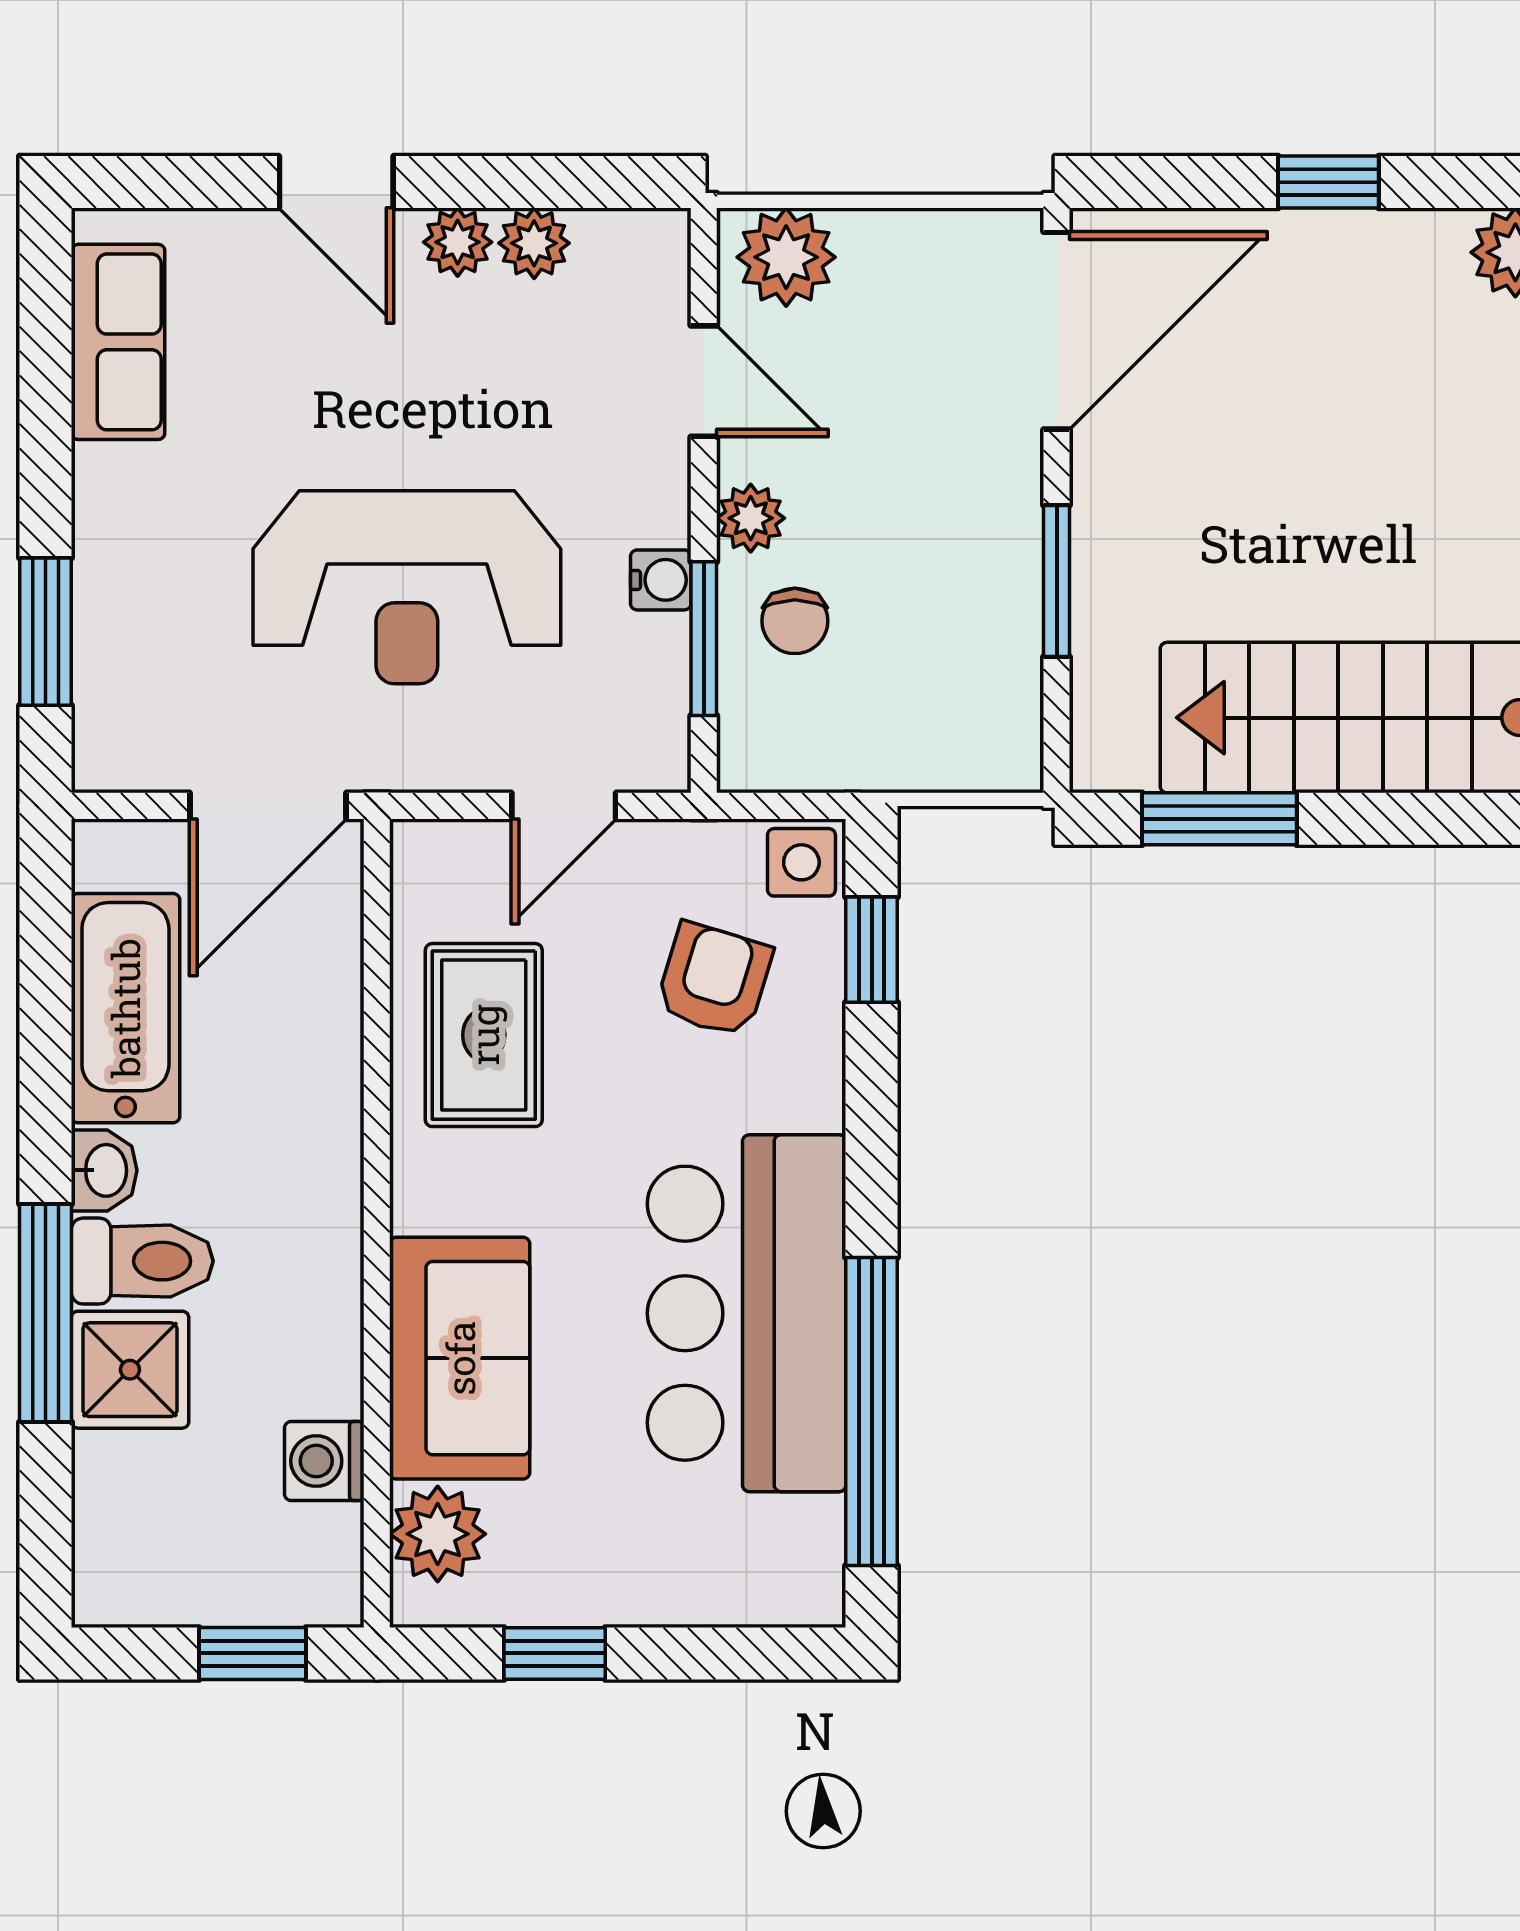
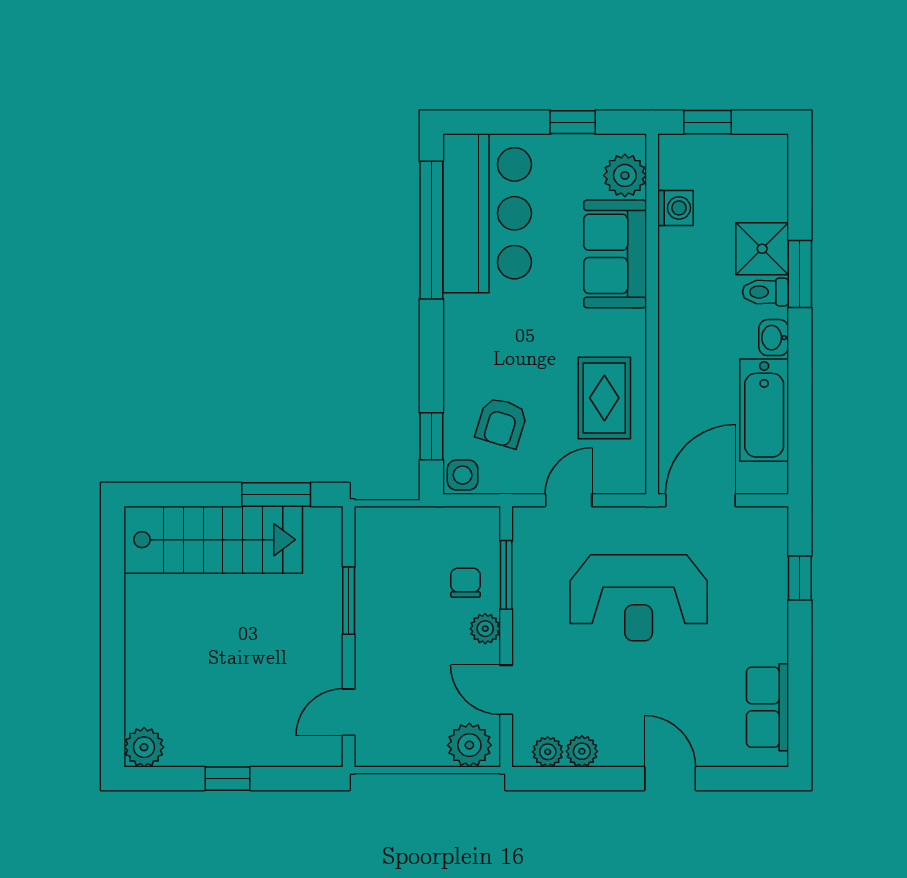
plant: (458, 242) -> (548, 752), moved
door: (1057, 331) -> (349, 712), width x0.53
water cooler: (661, 580) -> (525, 601), removed
reception desk: (407, 587) -> (639, 598), turned 180
window: (45, 632) -> (800, 578), width x0.67
toilet: (142, 1261) -> (765, 292), width x0.73, depth x0.72
window: (45, 1313) -> (800, 274), width x0.69
bar counter: (747, 1313) -> (487, 213), moved

